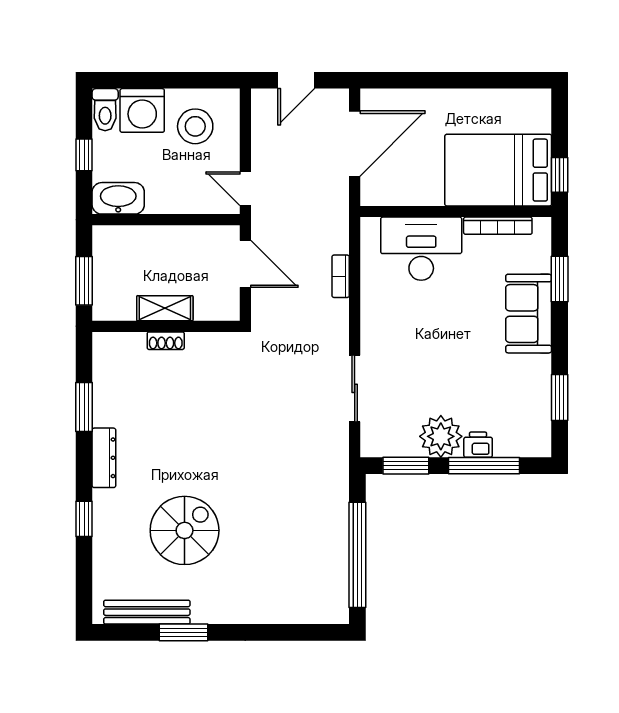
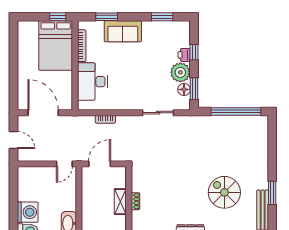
stool: (195, 126) -> (35, 187), removed
floor lamp: (404, 444) -> (184, 89), added
window: (484, 466) -> (194, 52), width x0.46

